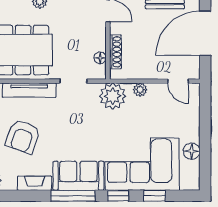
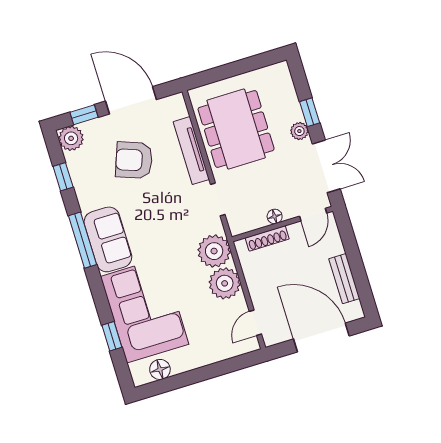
floor lamp: (100, 58) -> (275, 216), moved
plant: (140, 90) -> (225, 283), width x1.87, depth x1.87
floor lamp: (192, 151) -> (160, 369), moved
fireplace: (35, 183) -> (83, 191), removed
window: (118, 196) -> (63, 177), moved

